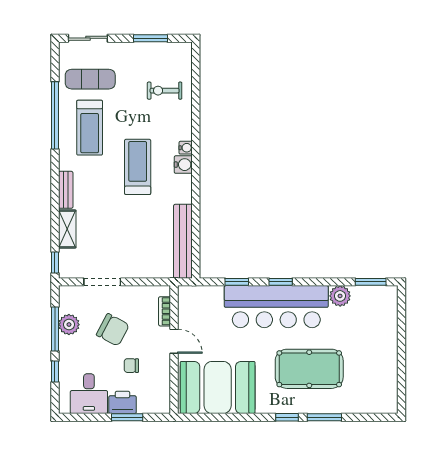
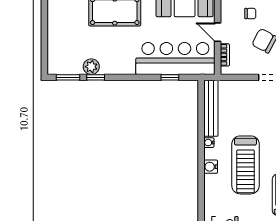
water cooler: (186, 148) -> (209, 143), moved
treadmill: (138, 167) -> (245, 165), width x1.37, depth x1.38
window: (281, 282) -> (96, 77), moved
bar counter: (276, 307) -> (175, 58), moved

